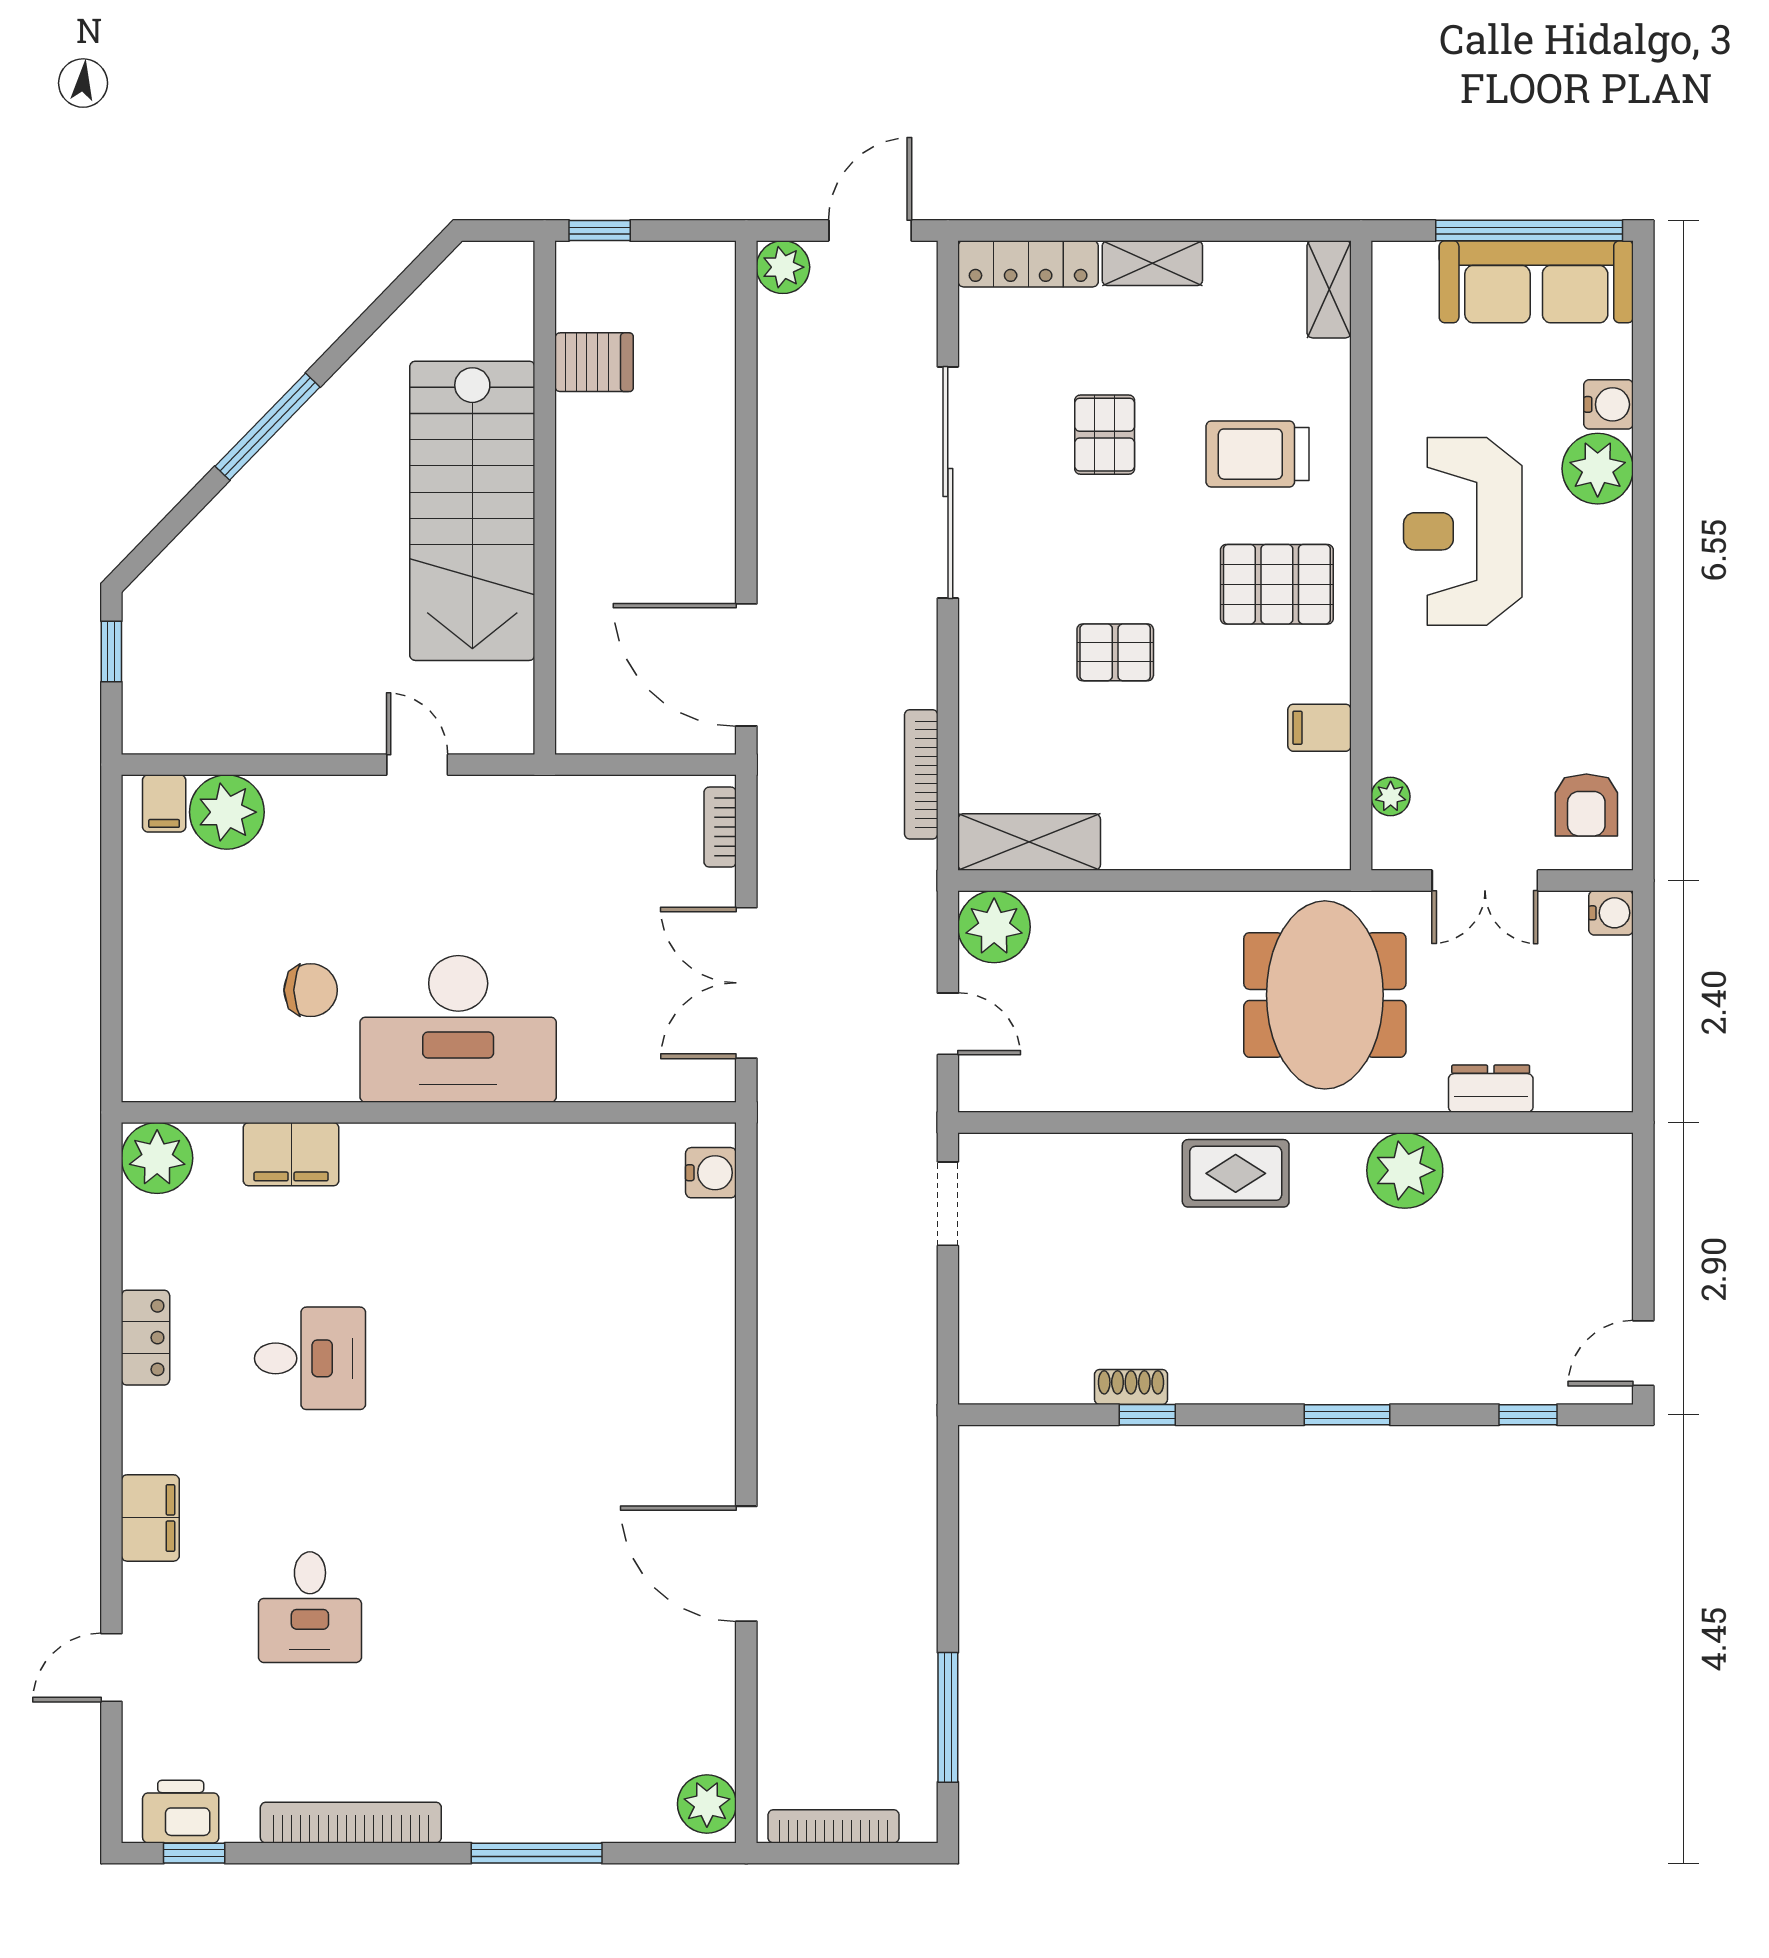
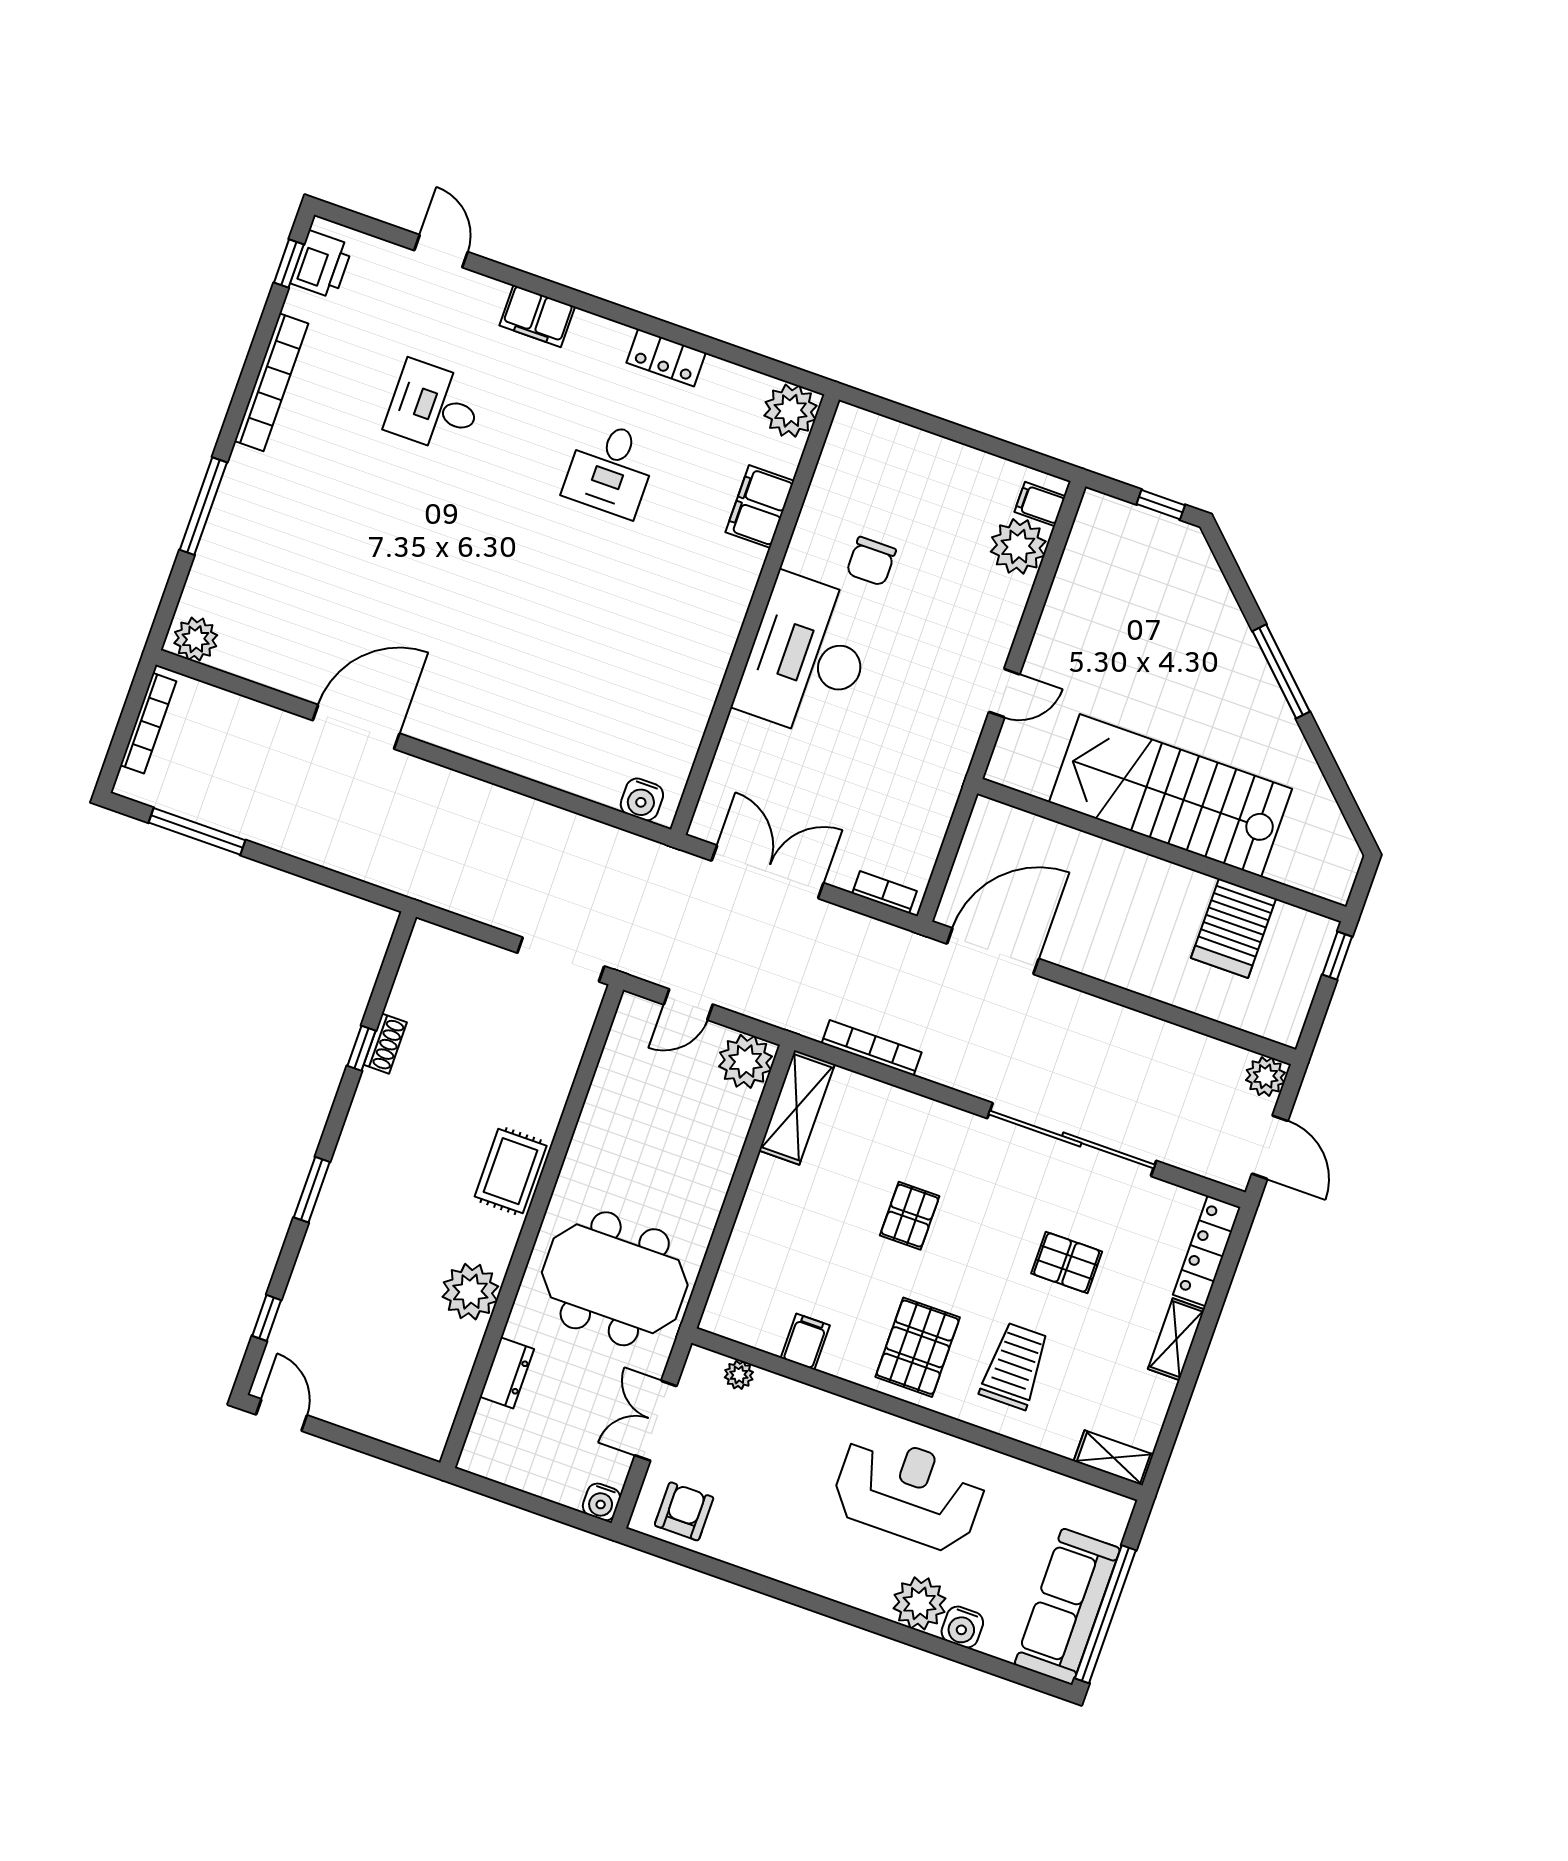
server rack: (594, 362) -> (1233, 928), width x1.36, depth x1.44
armchair: (1586, 805) -> (684, 1511), turned 90
doorway: (948, 1204) -> (561, 960), width x1.38

